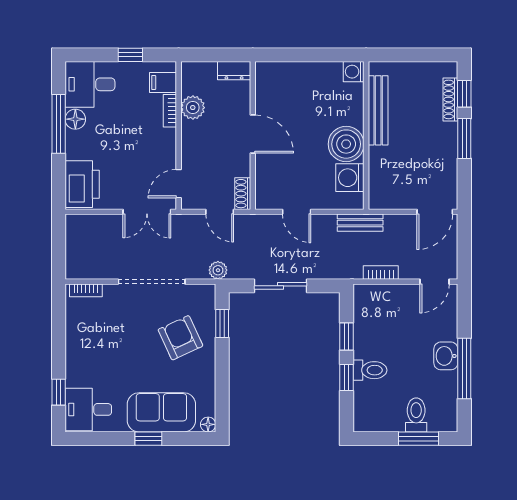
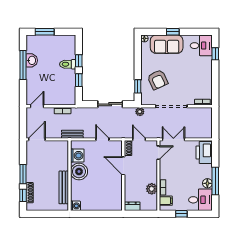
door: (253, 134) -> (123, 166), moved
washbasin: (446, 356) -> (32, 60), moved
toilet: (416, 415) -> (46, 43), removed

